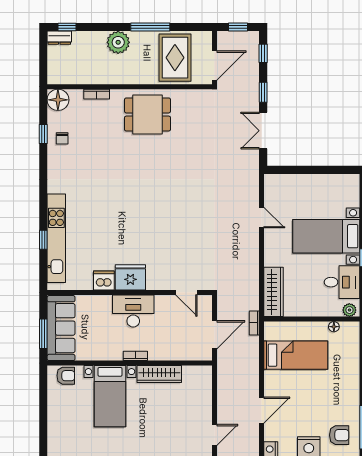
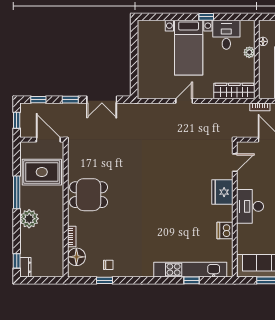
floor lamp: (58, 100) -> (76, 257), moved
dining table: (147, 114) -> (89, 195), turned 90
door: (262, 218) -> (184, 101), moved
fridge: (130, 277) -> (222, 192), moved
plant: (349, 310) -> (249, 52), moved

